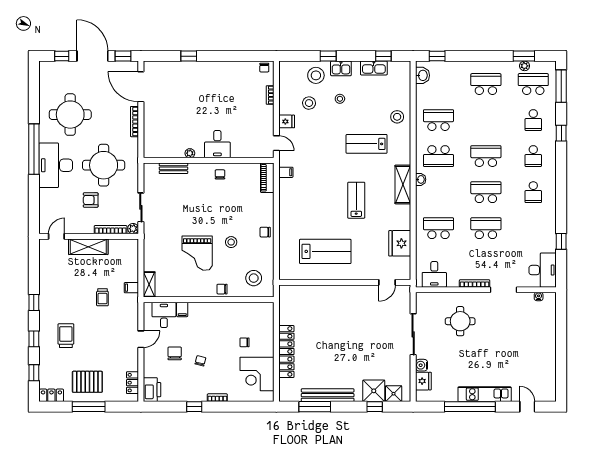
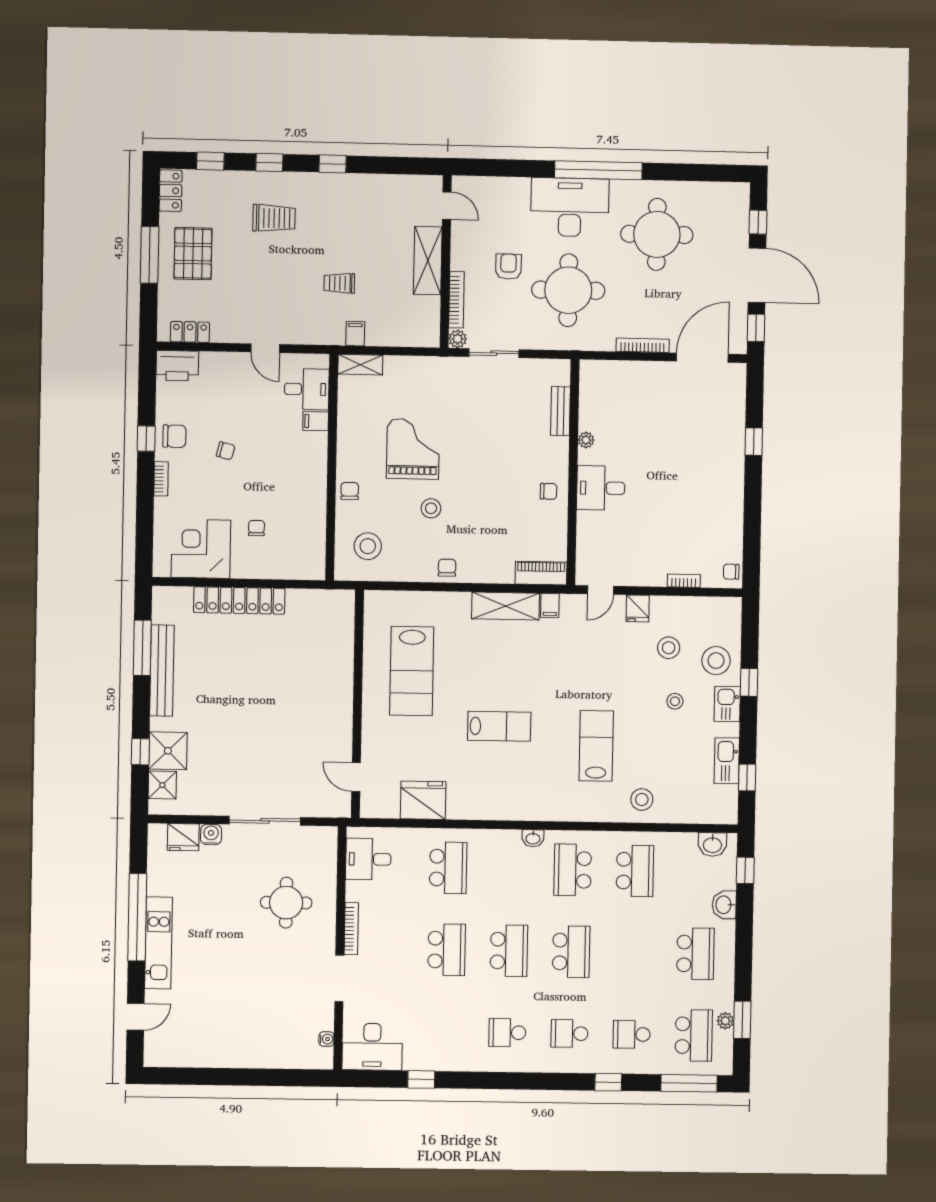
door: (92, 56) -> (757, 275), hinge flipped
washbasin: (457, 68) -> (724, 905), added
shelving: (403, 184) -> (505, 606), moved
grand piano: (197, 253) -> (413, 449), turned 90
chair: (175, 353) -> (174, 436), moved

